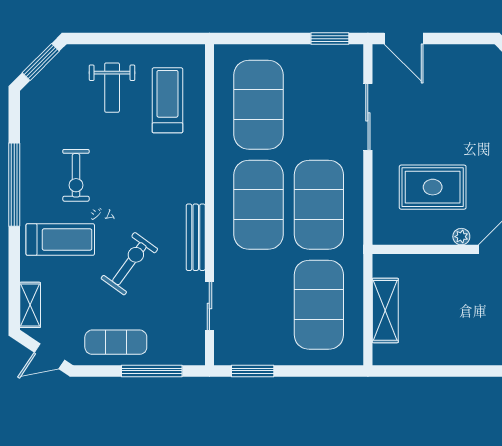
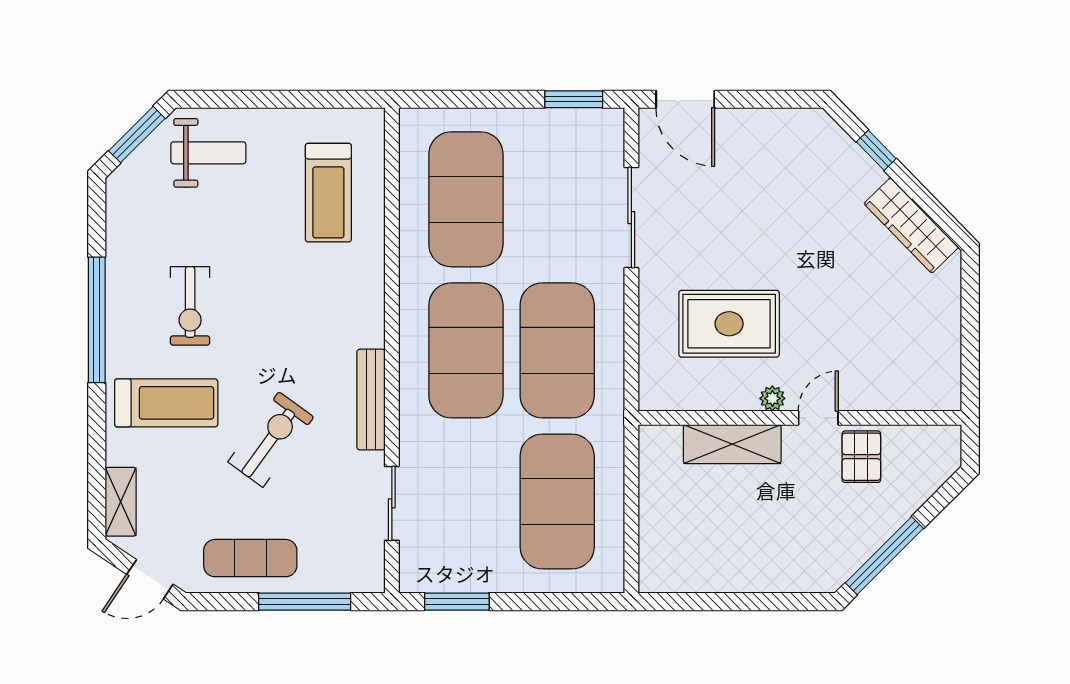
weight bench: (112, 88) -> (208, 153), moved, turned -90
treadmill: (167, 100) -> (328, 193), turned 180
shelving: (385, 310) -> (732, 444), moved, turned 90

